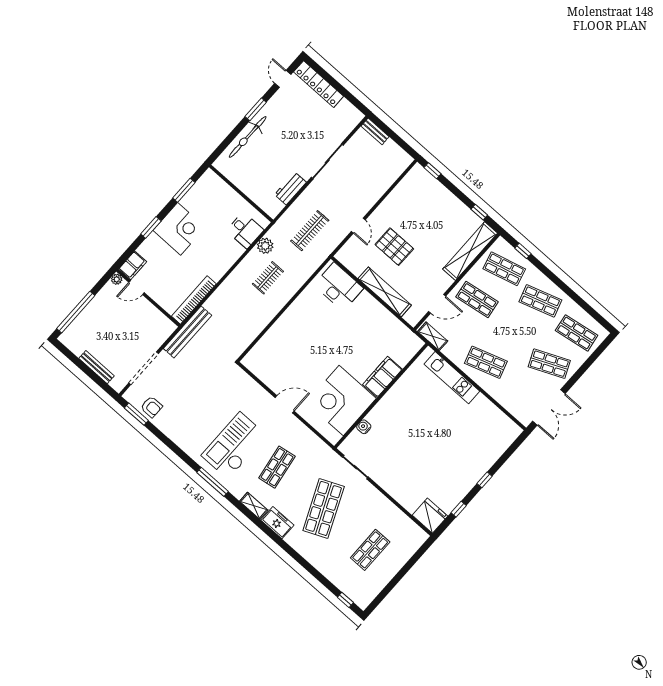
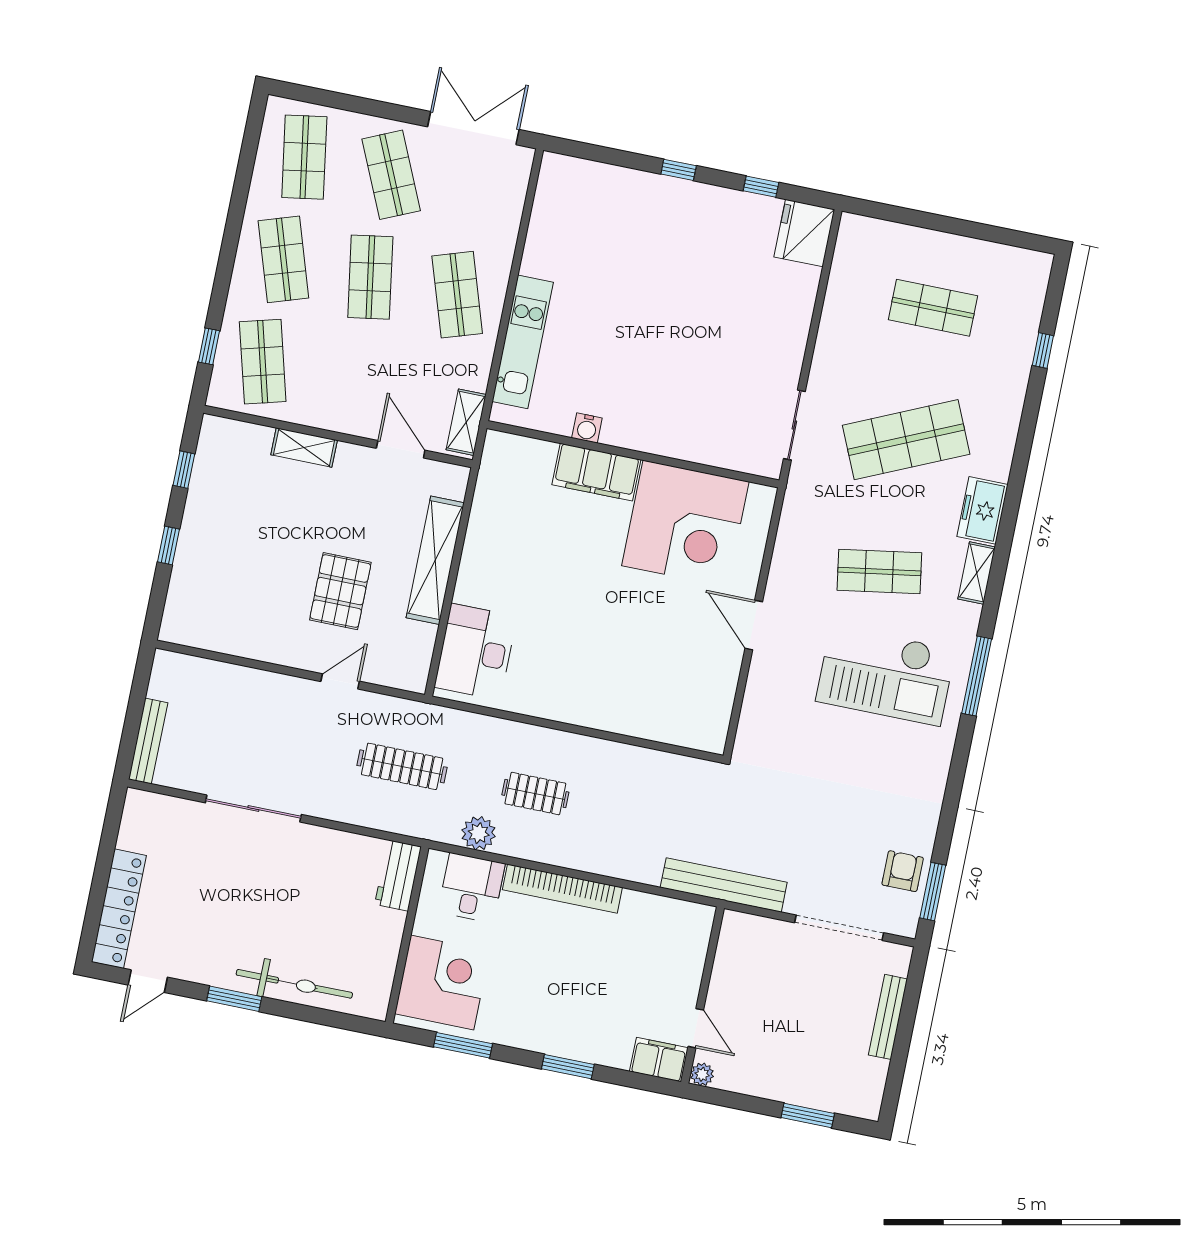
bench: (375, 131) -> (148, 741), width x1.36
window: (433, 171) -> (168, 546), moved
workbench: (290, 188) -> (398, 875), moved, turned 90
corner desk: (179, 229) -> (442, 982), moved, turned 90
shelving: (470, 251) -> (304, 447), width x0.45, depth x0.75
shop shelf: (477, 299) -> (370, 277), moved
bookcase: (194, 300) -> (562, 889), moved
window: (76, 312) -> (808, 1115), width x0.47
water cooler: (364, 427) -> (587, 428), moved
window: (345, 600) -> (1043, 351), moved

